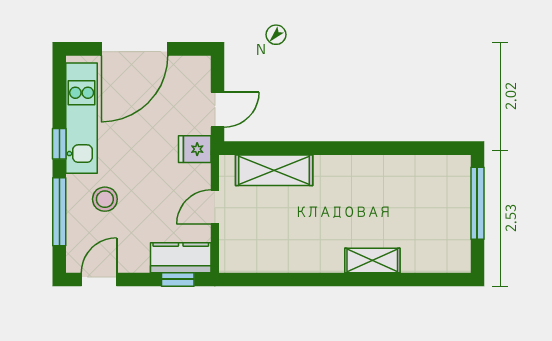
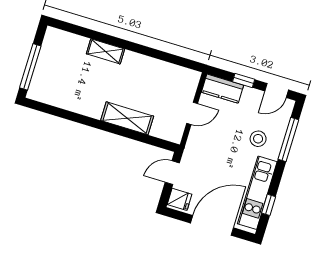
window: (59, 144) -> (269, 205), moved
fridge: (195, 149) -> (180, 199), moved
shelving: (274, 170) -> (127, 118), moved
window: (178, 279) -> (244, 81), moved

